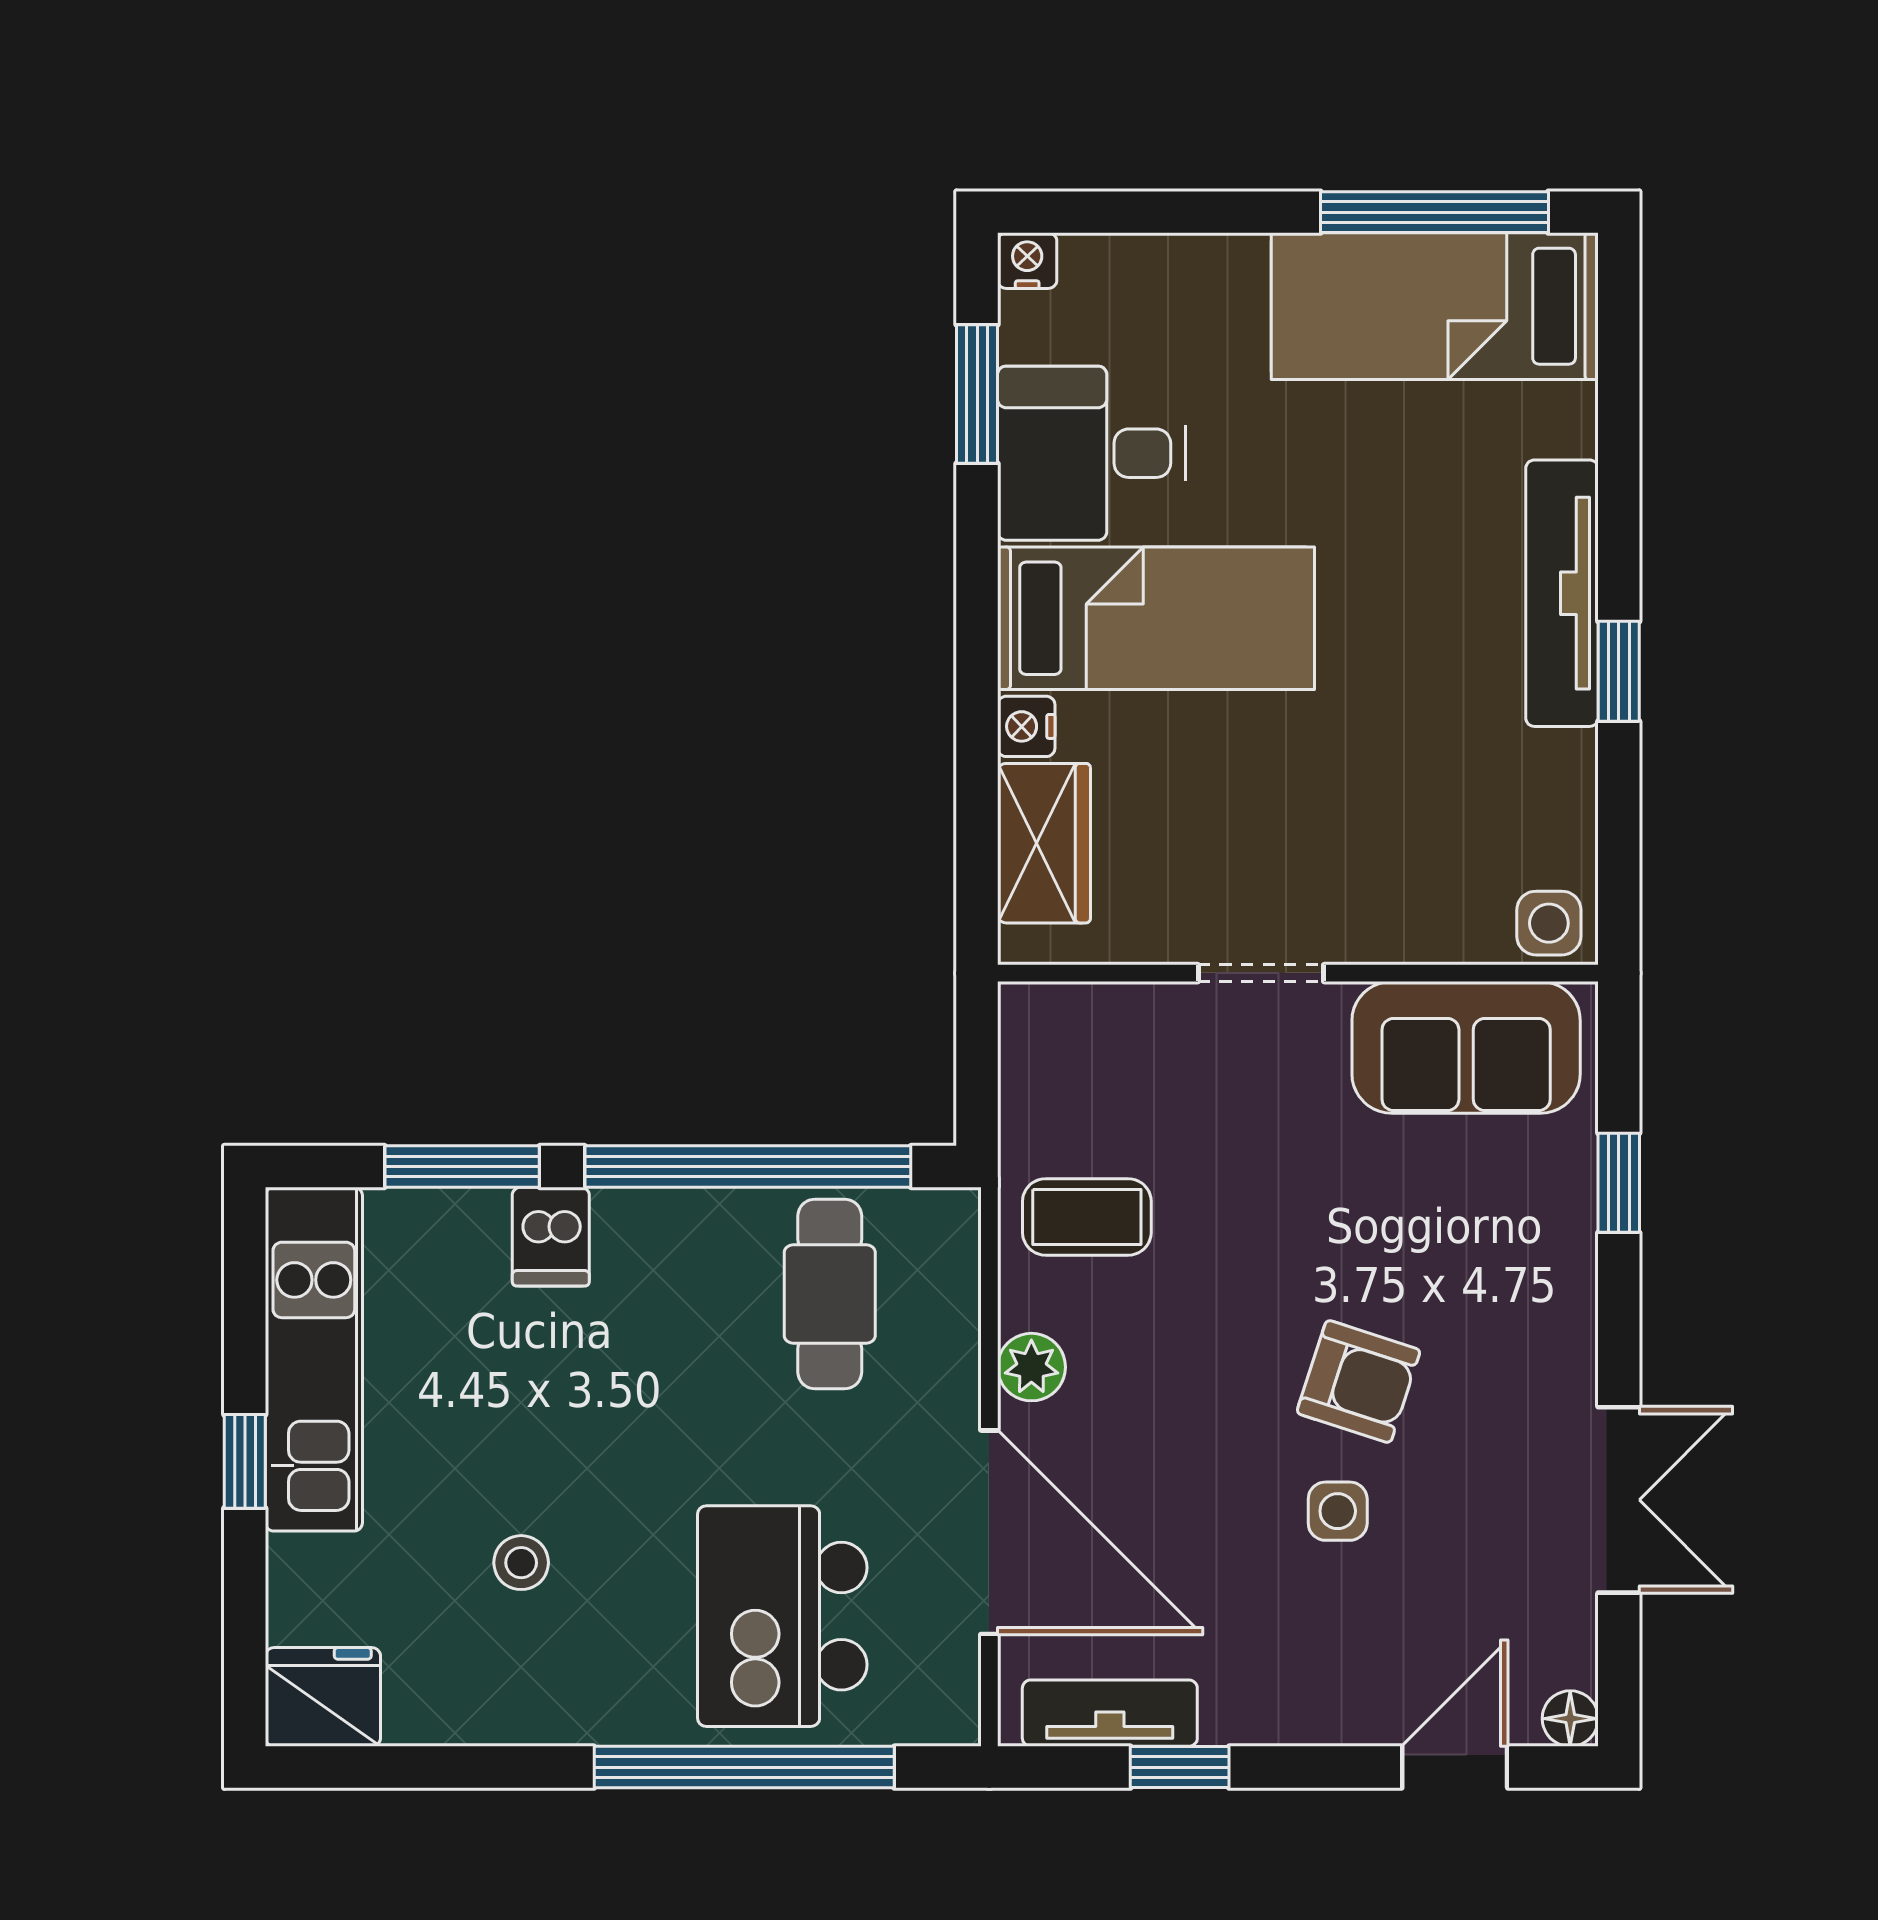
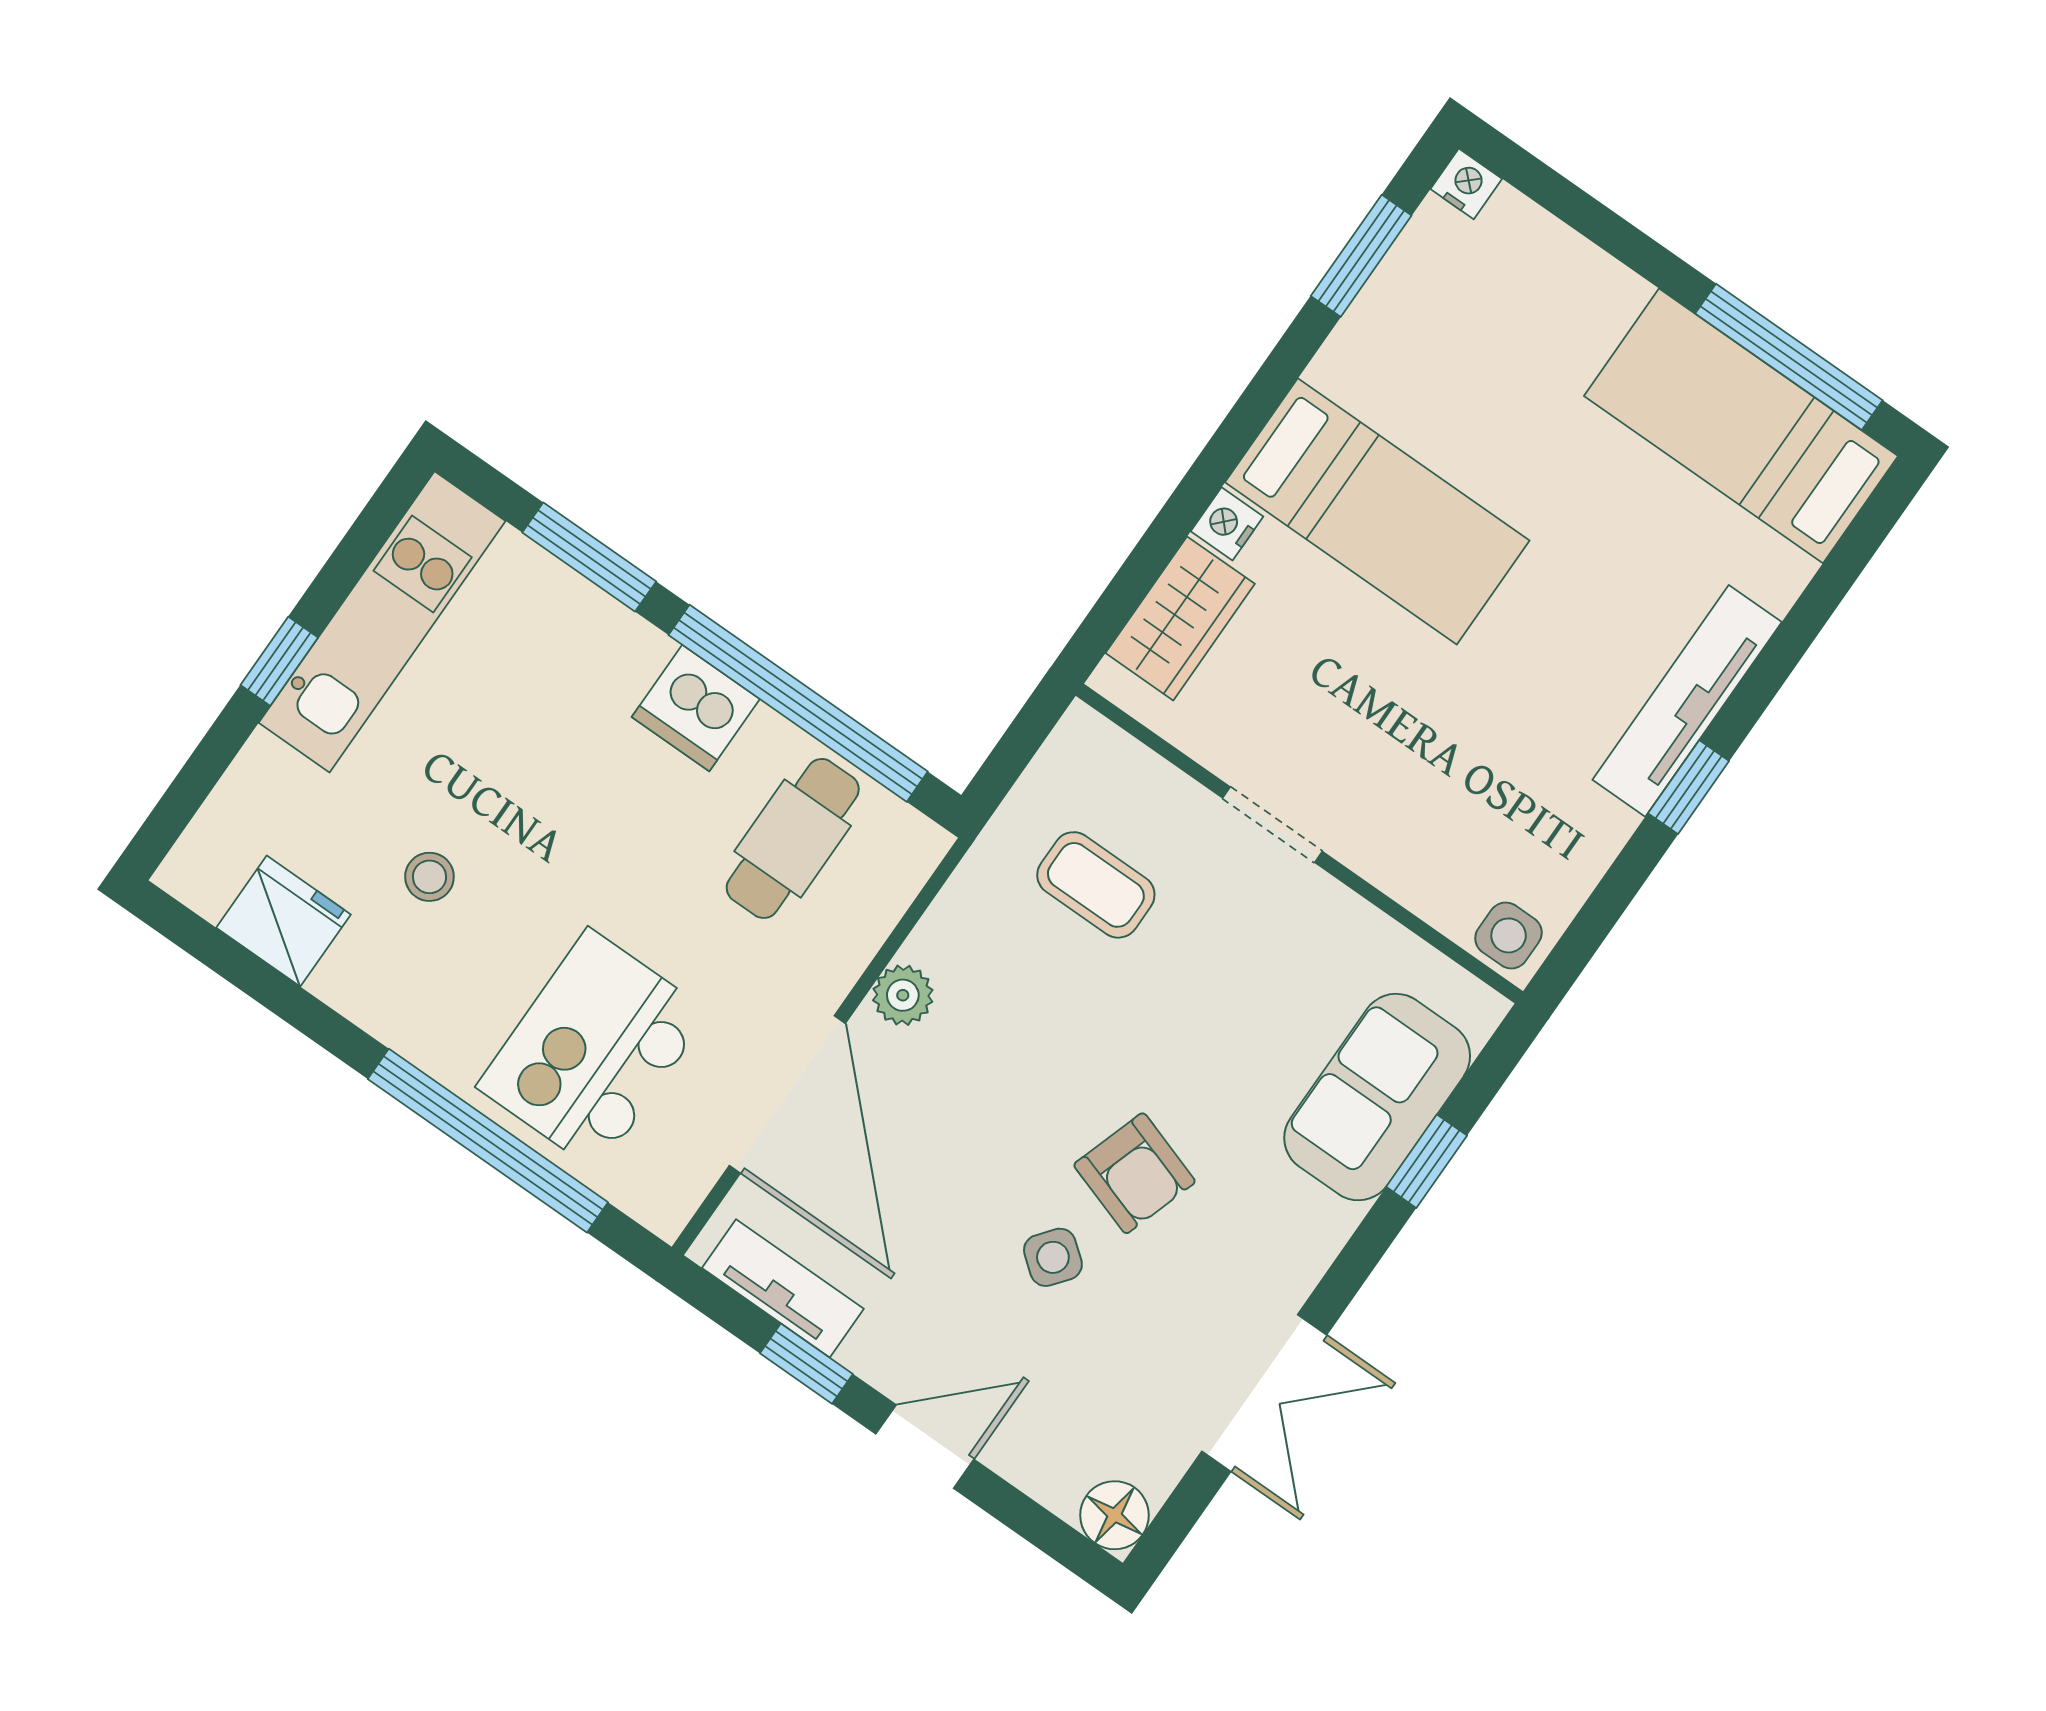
desk: (1092, 453) -> (1415, 358), removed
sofa: (1466, 1047) -> (1377, 1097), moved, turned 90
coffee table: (1087, 1217) -> (1096, 885), moved
dishwasher: (551, 1237) -> (696, 708), moved, width x1.38
side table: (1338, 1511) -> (1053, 1257), turned 38
fridge: (323, 1697) -> (283, 921), moved
floor lamp: (1570, 1719) -> (1115, 1515), width x1.37, depth x1.37
door: (1455, 1767) -> (925, 1447), moved

